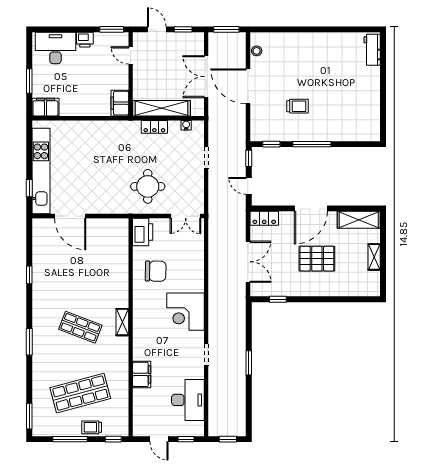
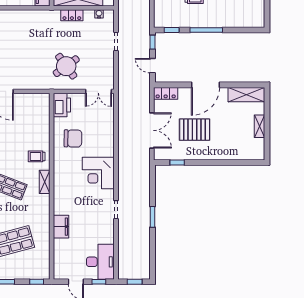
round table: (148, 186) -> (66, 66), turned -36
pallet: (317, 259) -> (195, 130), moved
desk: (188, 400) -> (100, 262), moved
trolley: (92, 427) -> (37, 156), moved

